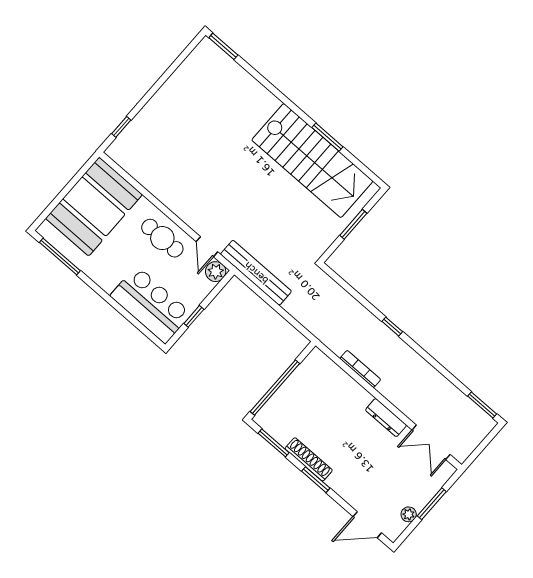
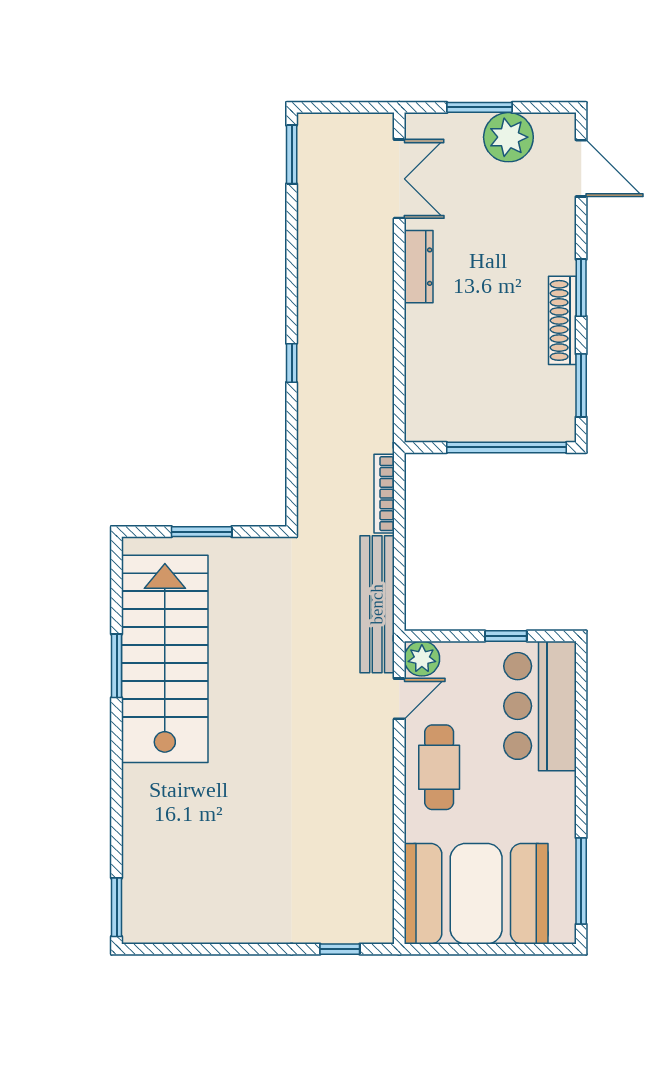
bookcase: (360, 369) -> (384, 494), moved
plant: (409, 514) -> (508, 137), width x1.88, depth x1.88

